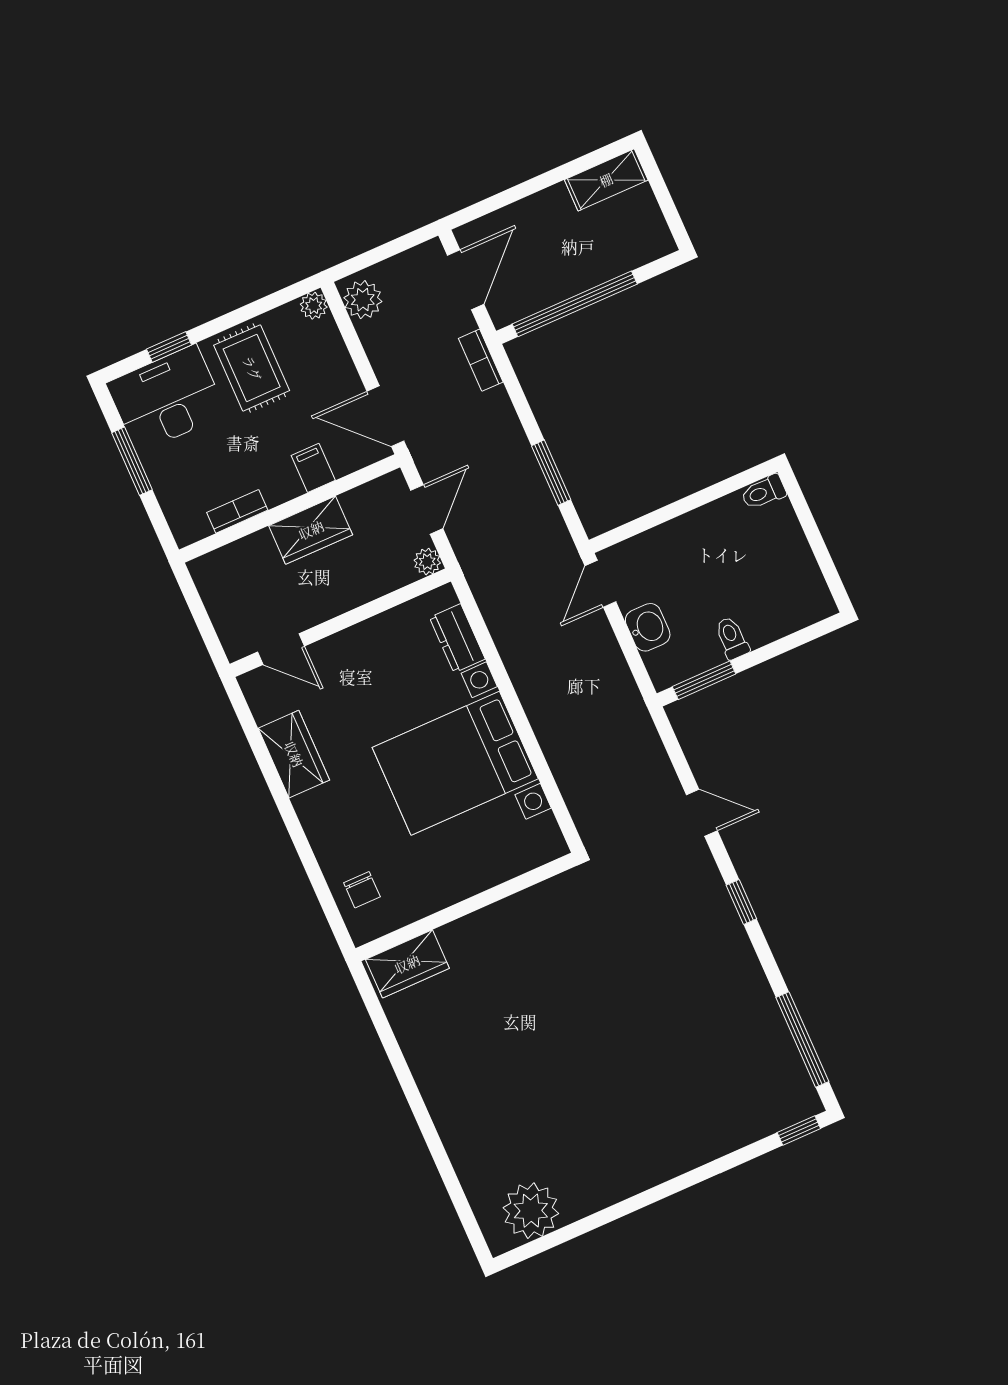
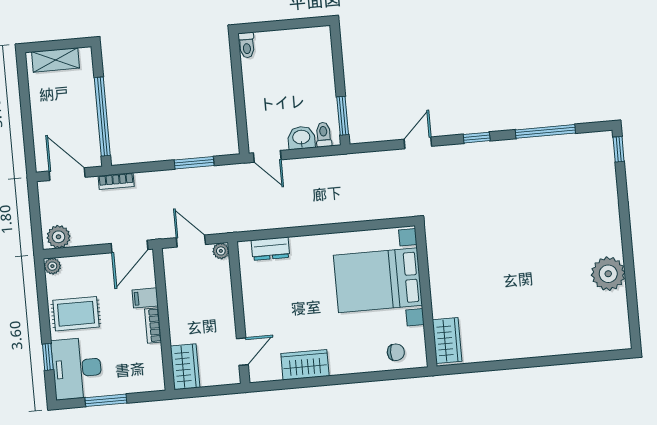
shelving: (606, 180) -> (56, 60), moved, turned 90
bookcase: (237, 511) -> (153, 326), moved
wardrobe: (311, 530) -> (185, 367), moved
toilet: (732, 638) -> (324, 135), moved, turned 90
bed with nightstands: (455, 763) -> (378, 280), moved, turned 90
window: (802, 1039) -> (545, 131), moved
plant: (531, 1211) -> (608, 274), moved

